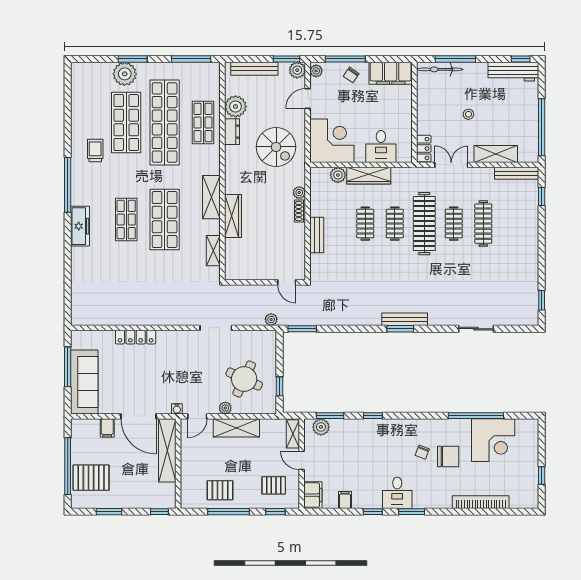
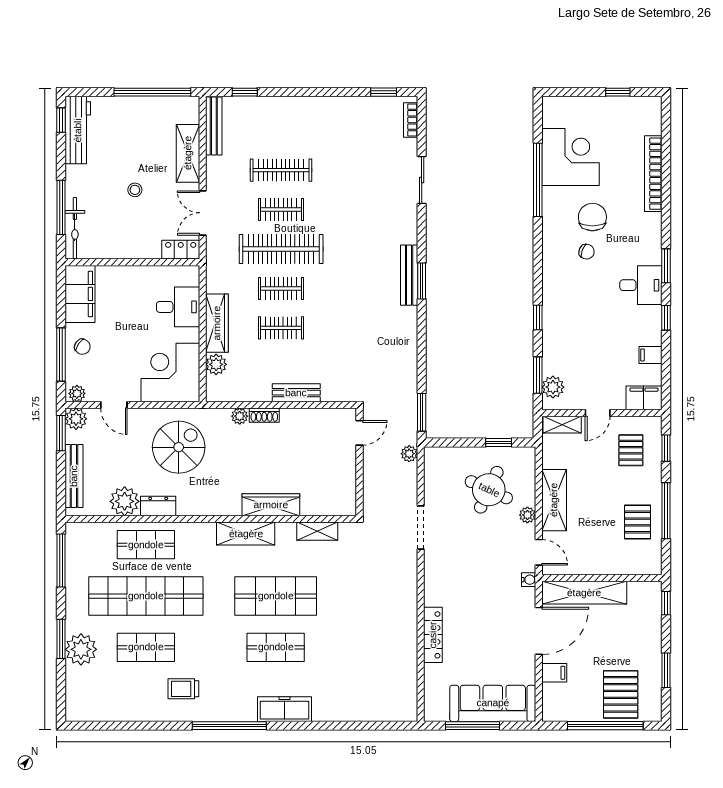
shop shelf: (126, 122) -> (146, 647), width x0.70, depth x0.74
bookcase: (521, 320) -> (411, 120), added

